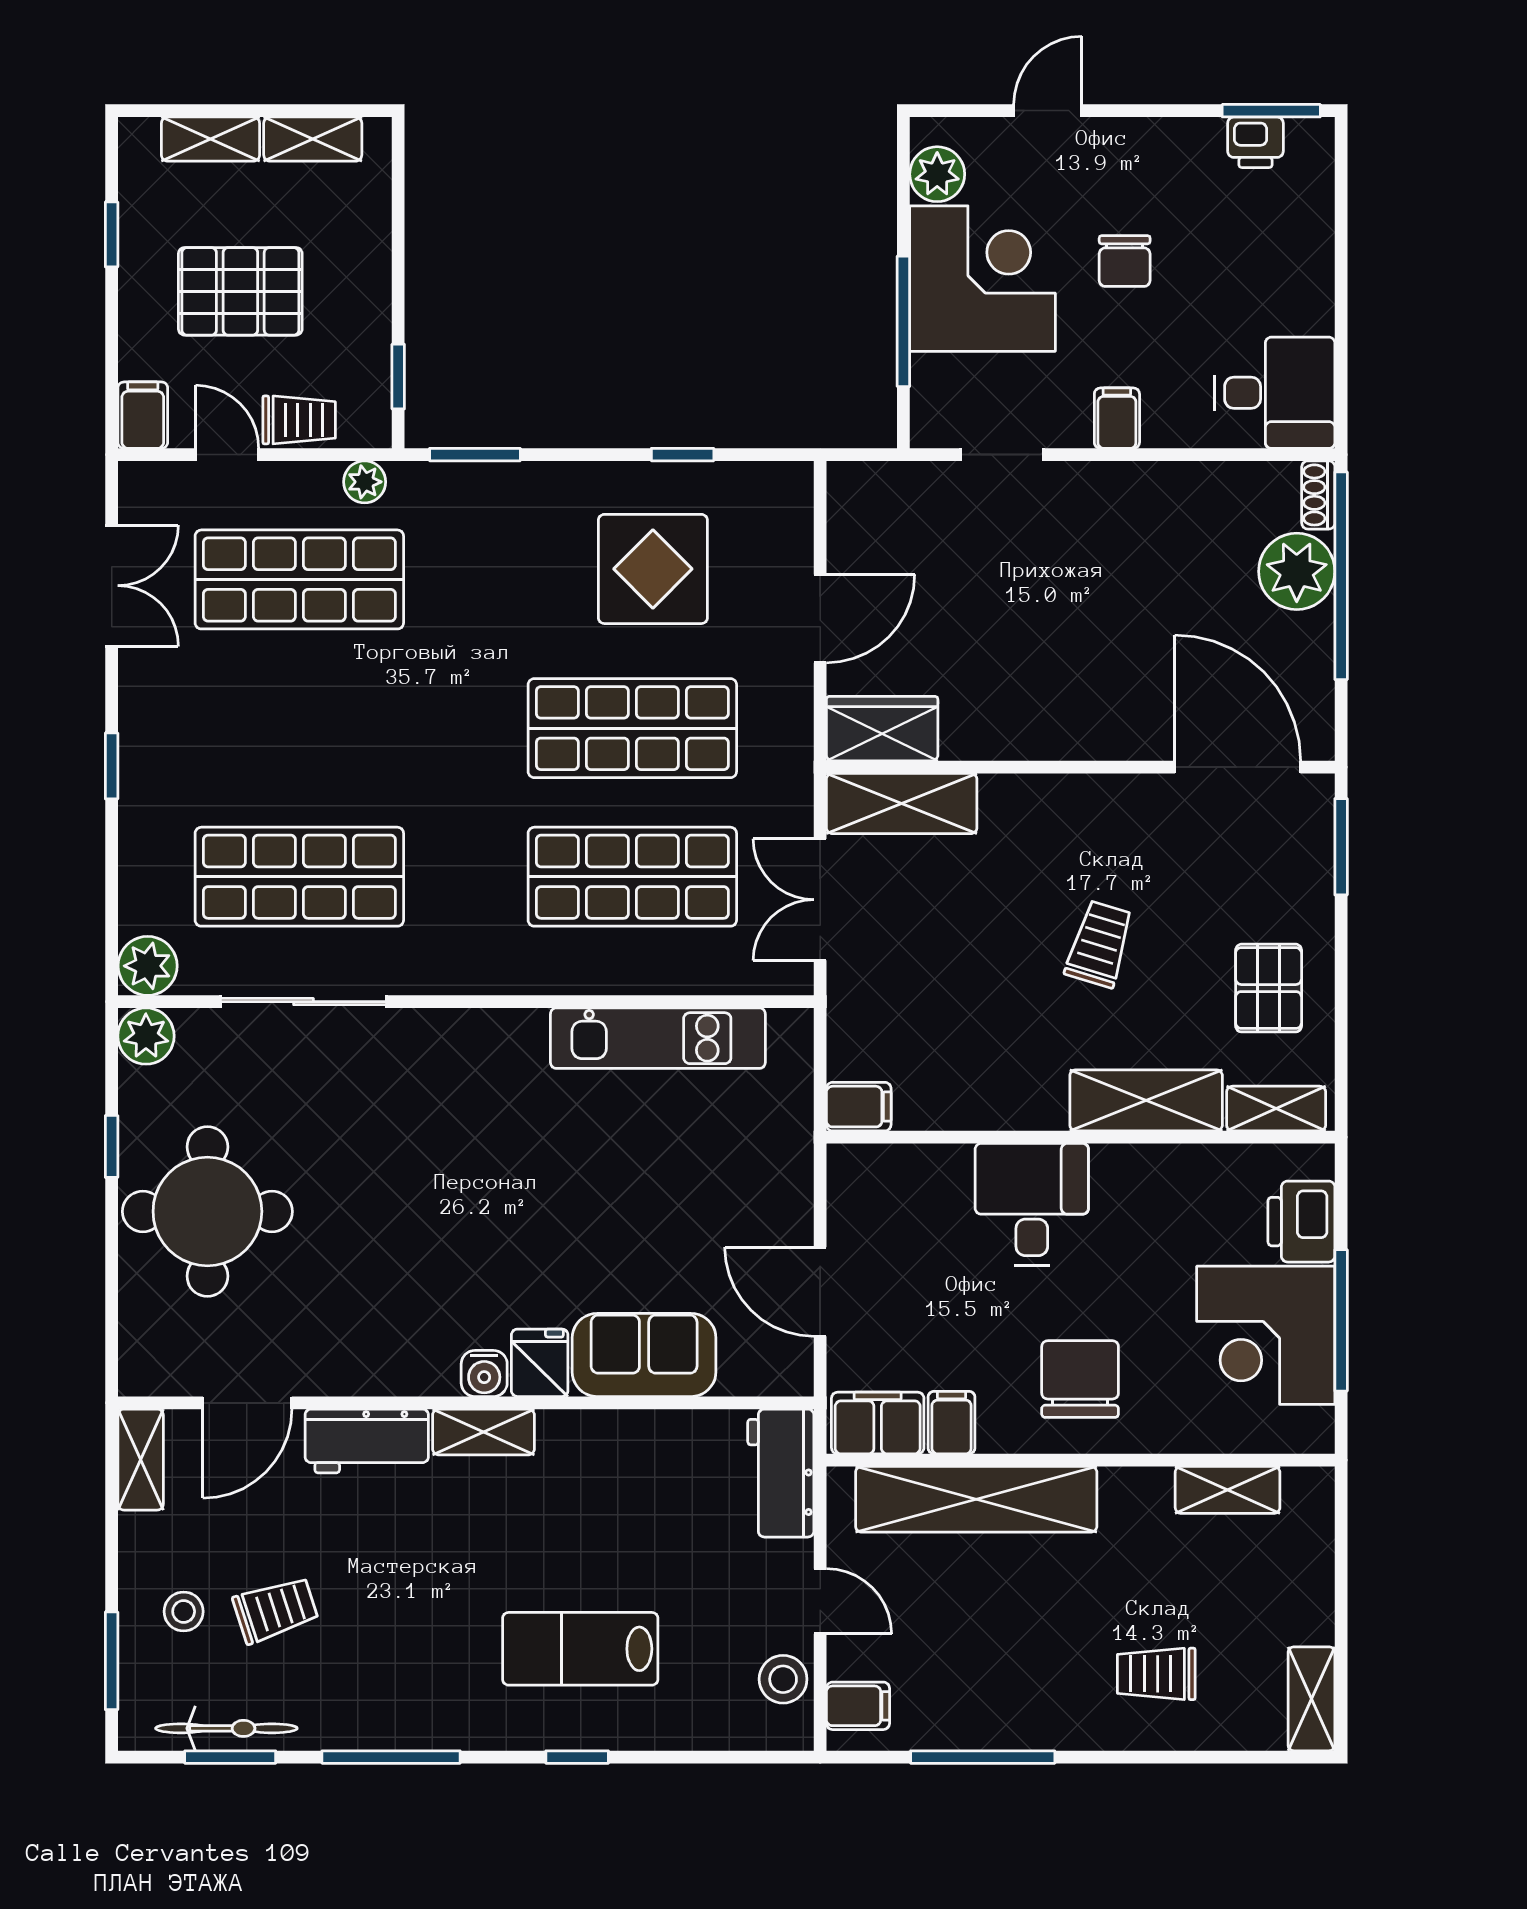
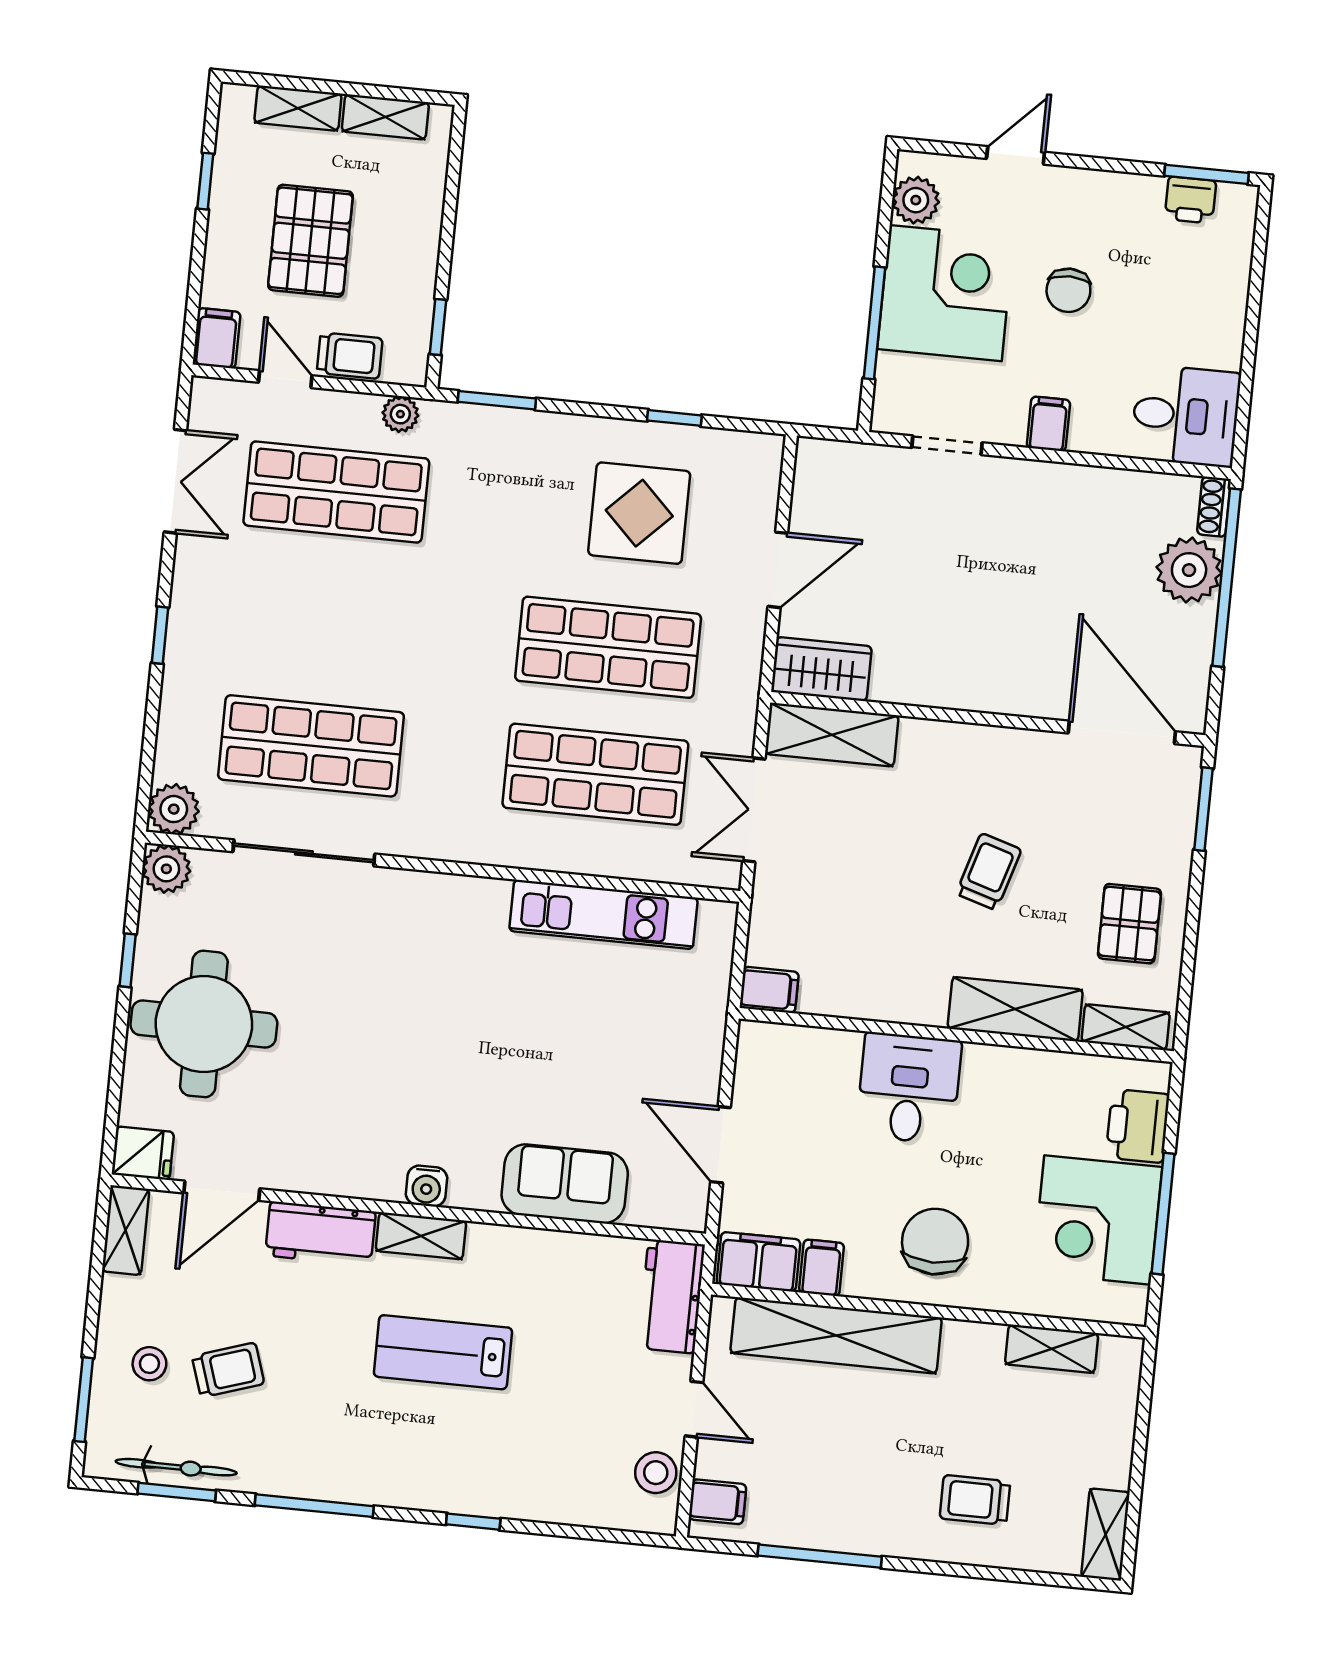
pallet: (240, 291) -> (310, 241), turned 90
fridge: (540, 1363) -> (143, 1153), moved, turned 90
lab bench: (580, 1649) -> (443, 1352), moved

